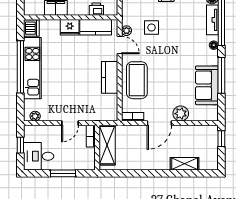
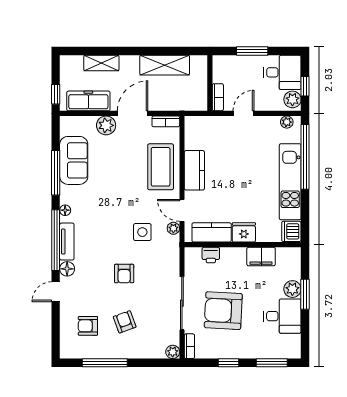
window: (20, 67) -> (305, 157), moved
freezer: (195, 133) -> (88, 101), added
plant: (31, 134) -> (292, 99), added
shelving: (107, 145) -> (165, 65), moved, turned 90

